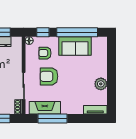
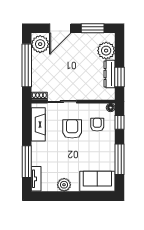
window: (77, 32) -> (120, 159), width x0.68
sofa: (75, 46) -> (97, 181), moved, turned 90
window: (52, 118) -> (27, 162), moved

